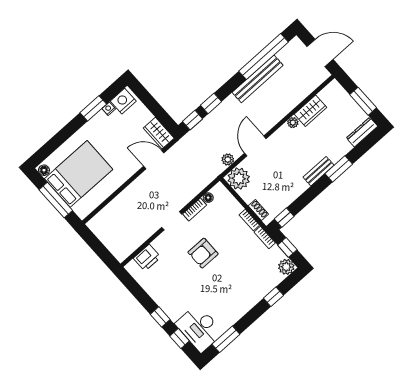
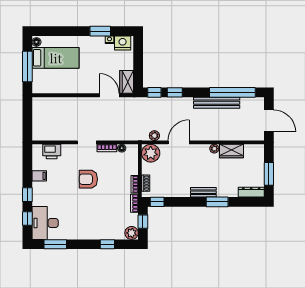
bed: (79, 174) -> (56, 58), width x0.67
filing cabinet: (156, 290) -> (39, 176), added

